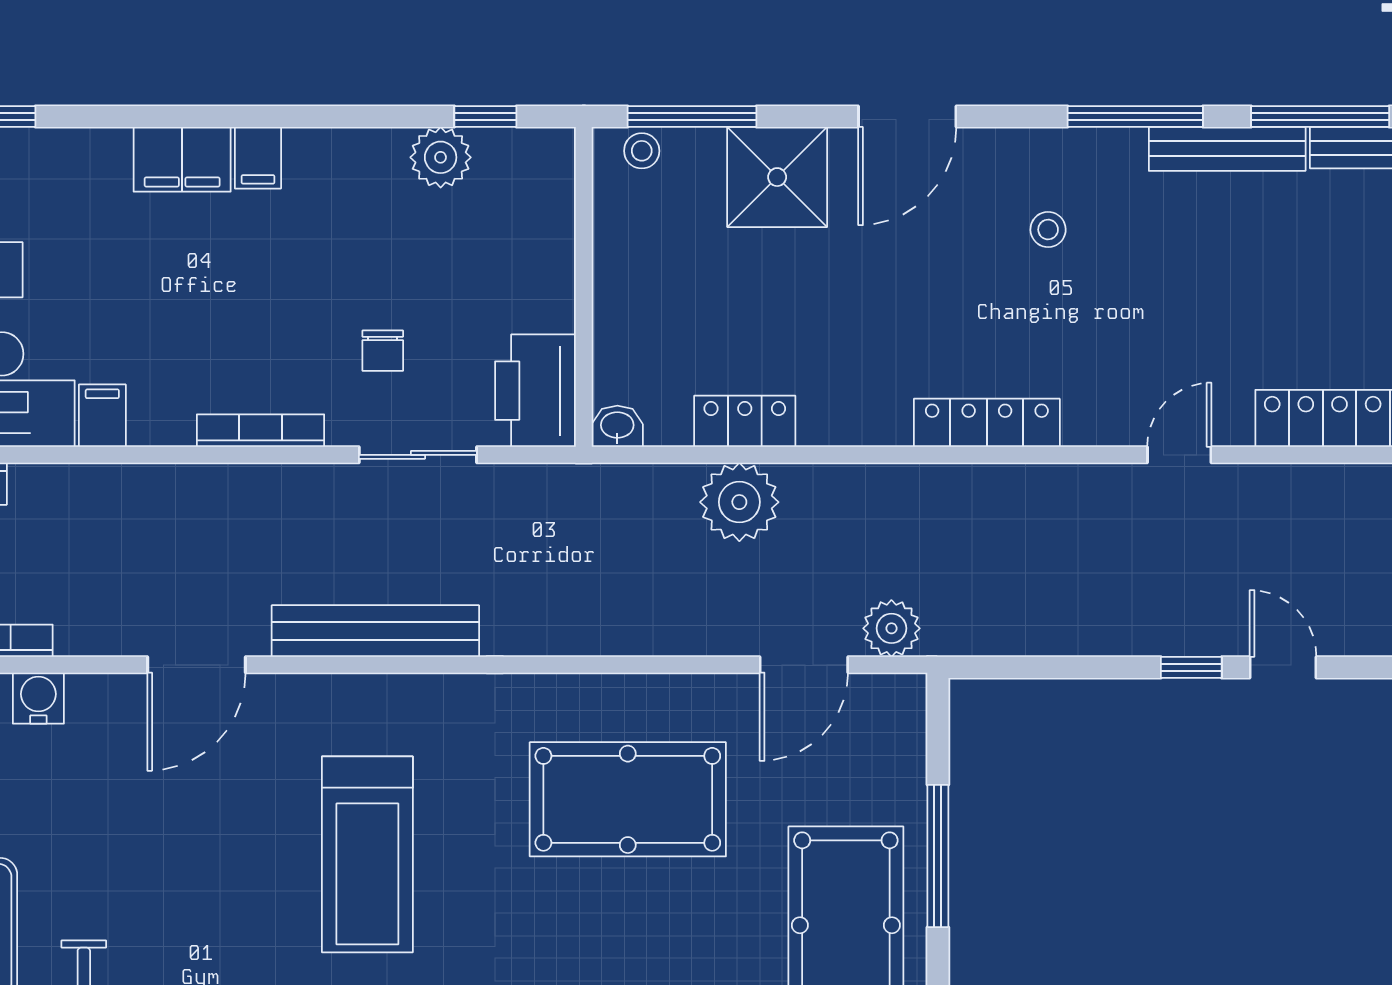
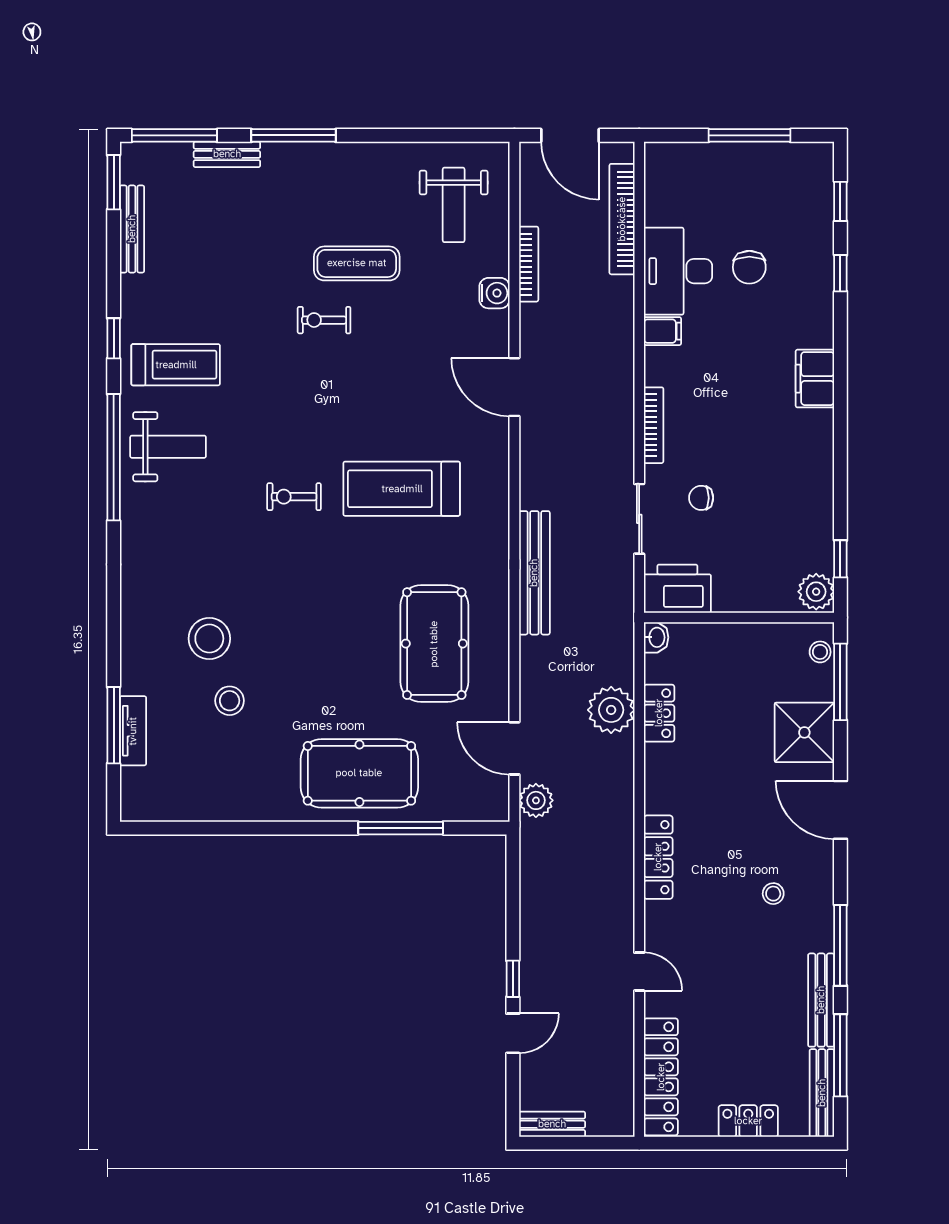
plant: (441, 157) -> (816, 592), moved
filing cabinet: (258, 158) -> (816, 424), removed
bench: (375, 631) -> (534, 573), moved

